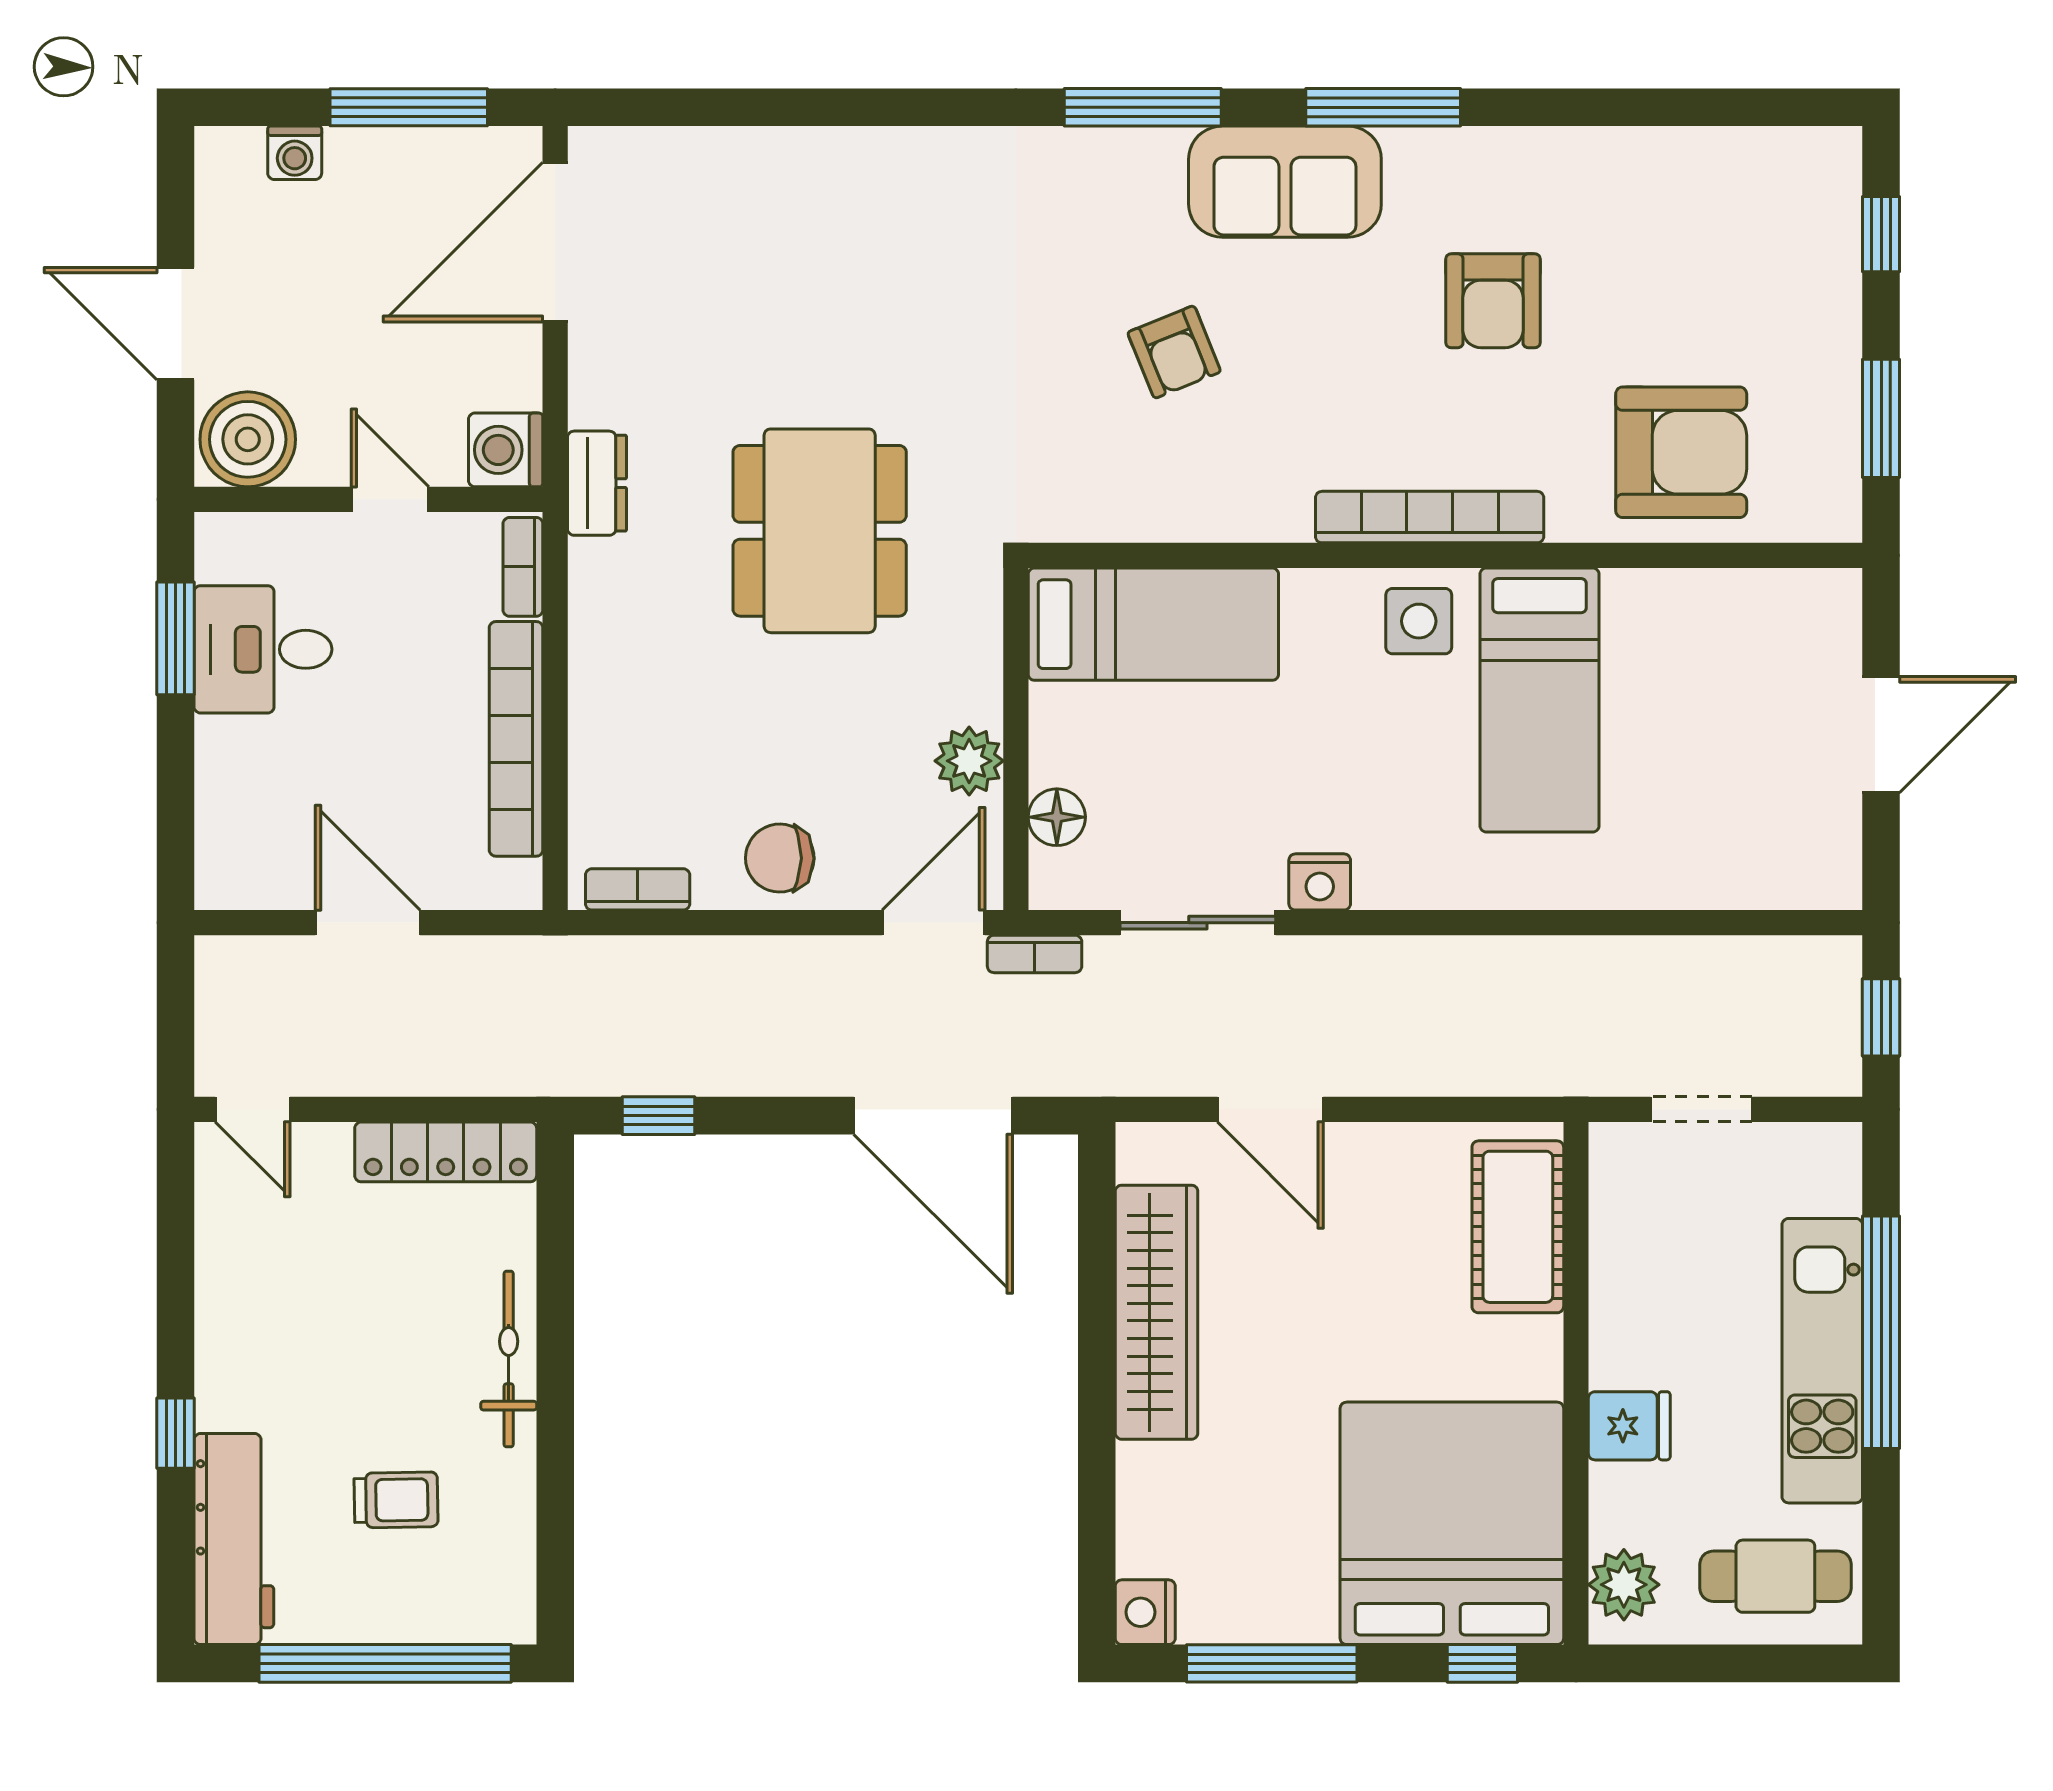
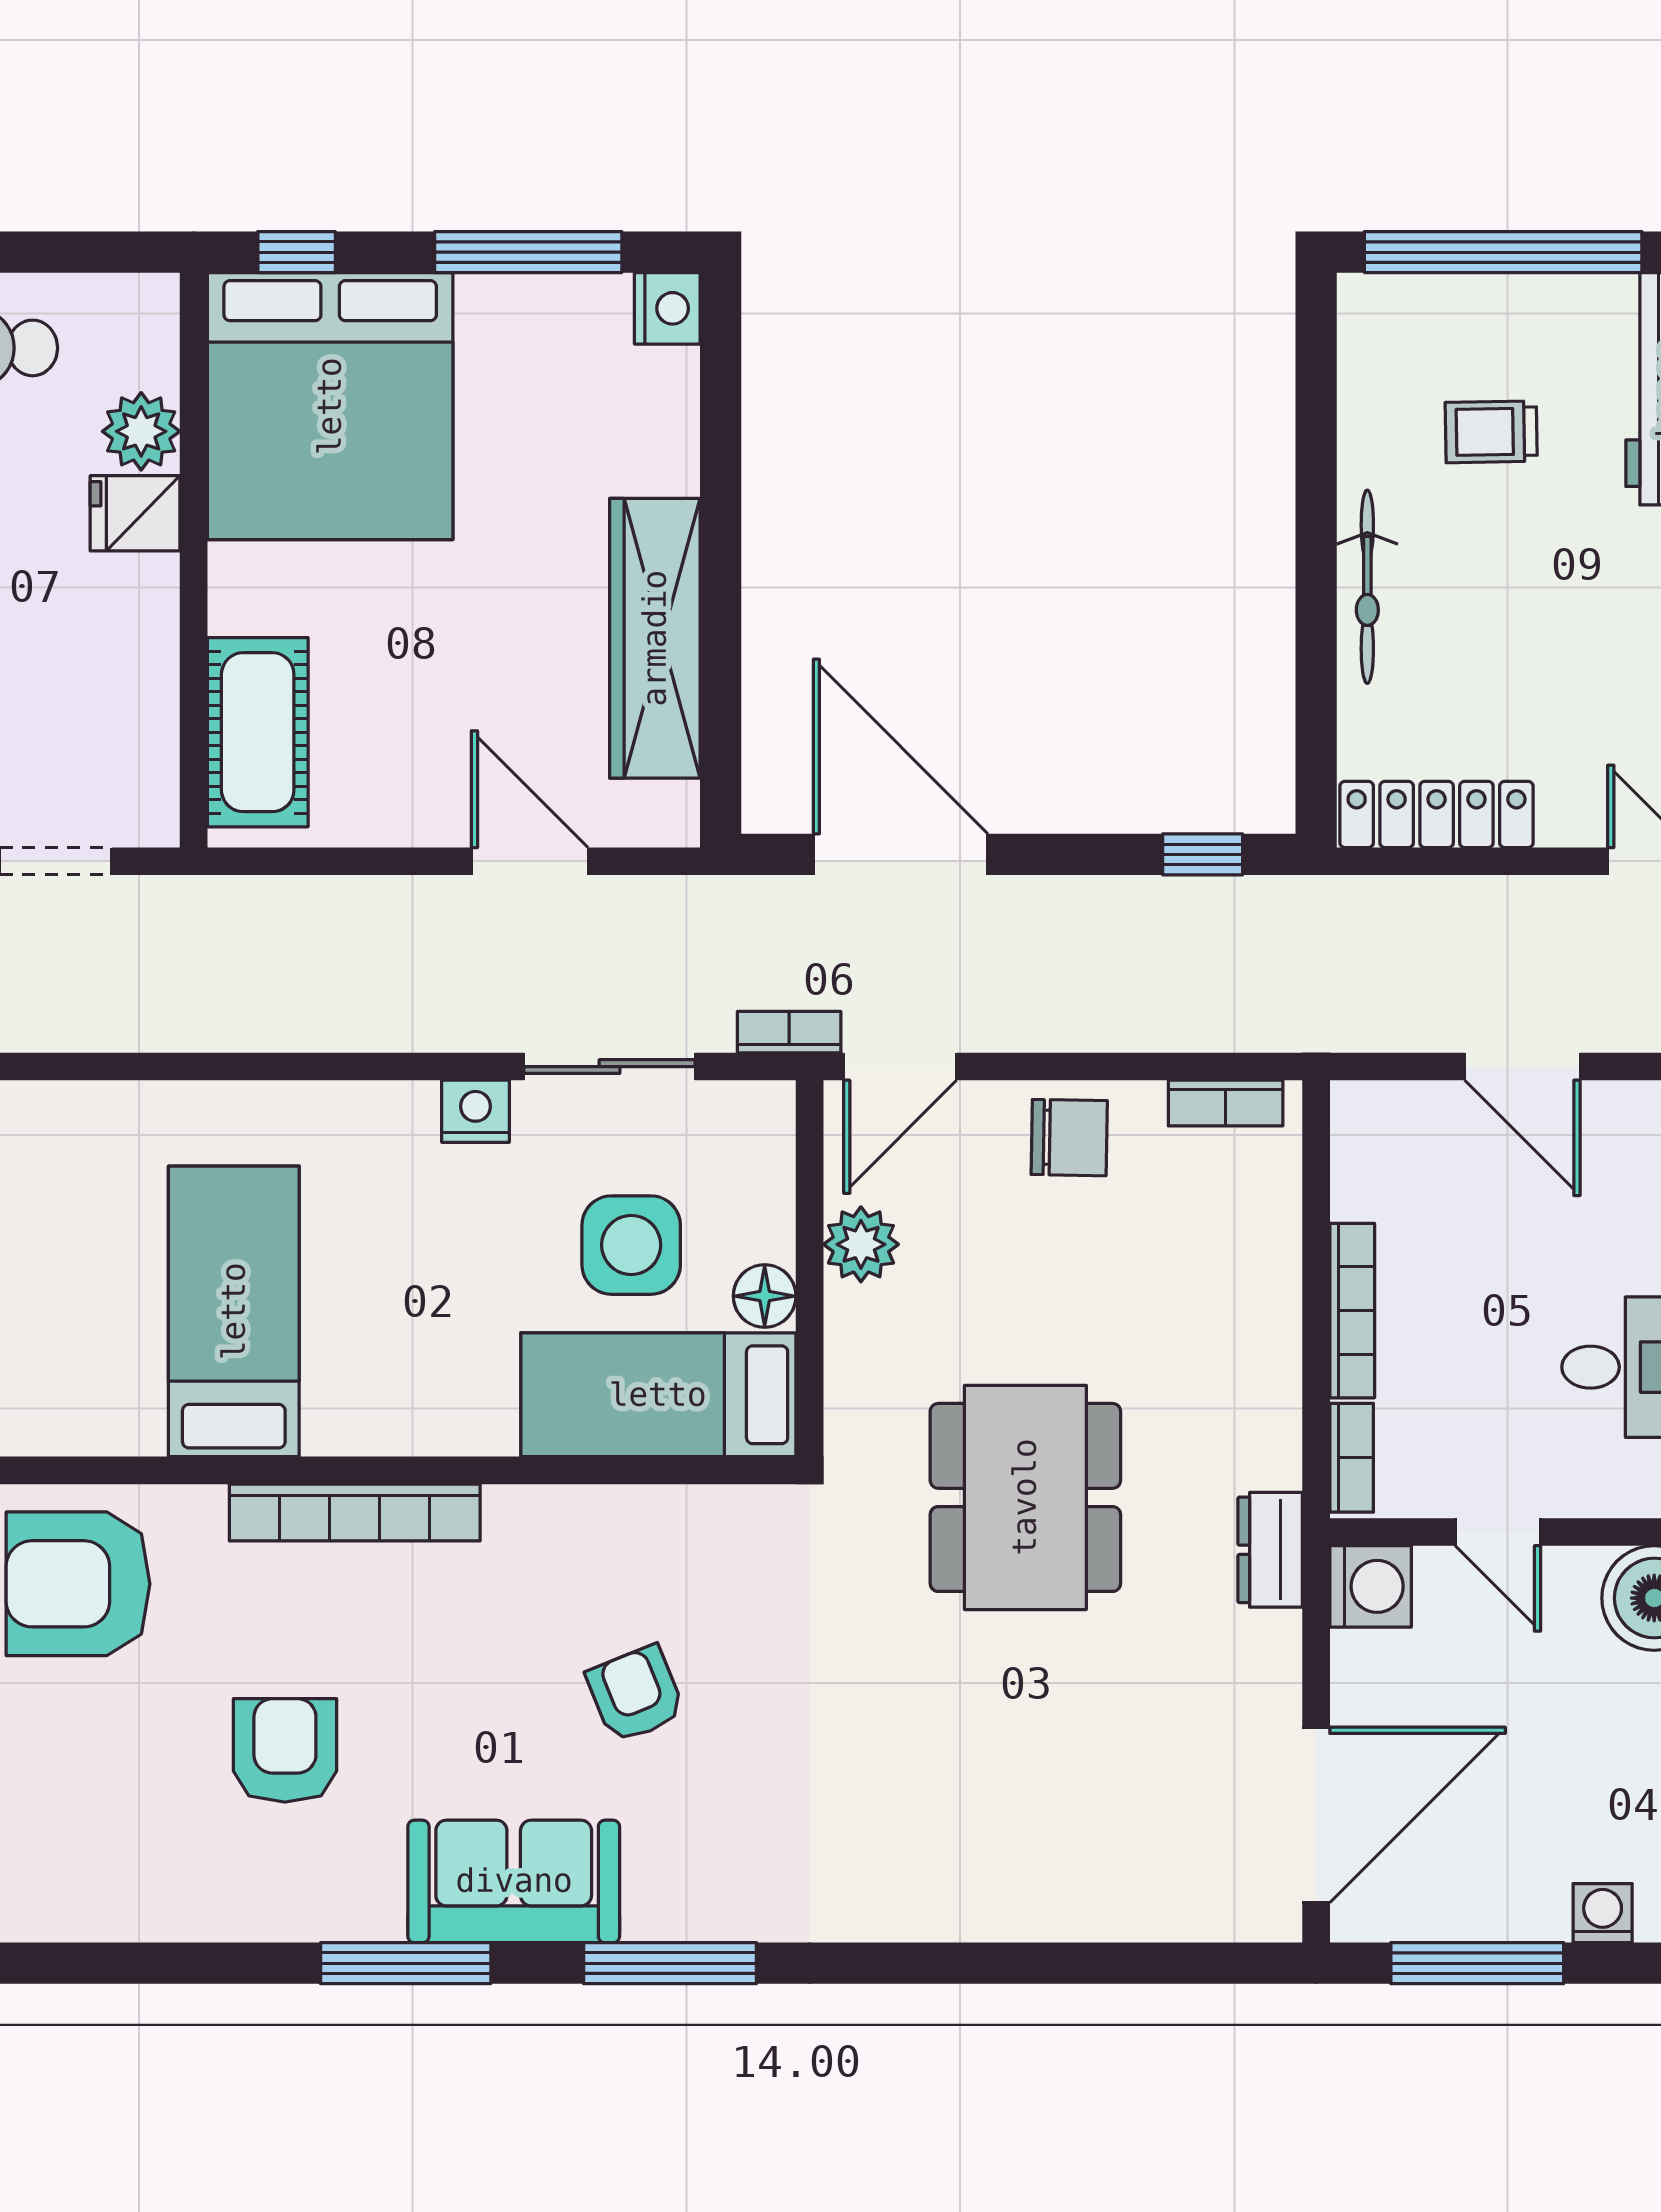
side table: (1419, 621) -> (631, 1245), moved, width x1.37, depth x1.37
bookcase: (516, 739) -> (1352, 1311), width x0.68, depth x0.76
floor lamp: (1057, 817) -> (765, 1296), moved
plant: (1624, 1585) -> (141, 431), moved

